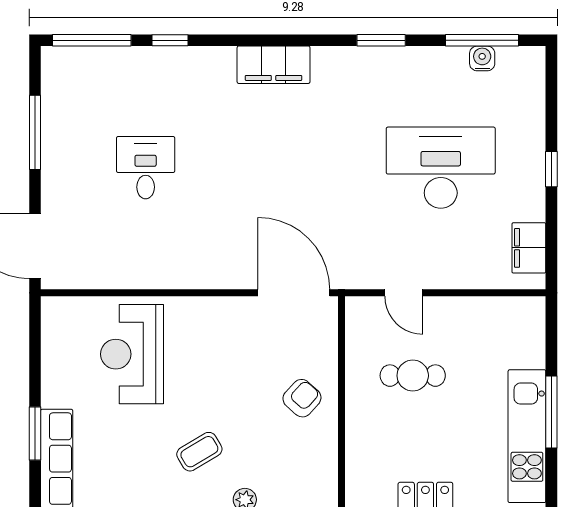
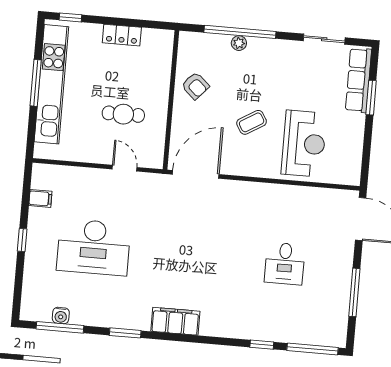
filing cabinet: (274, 65) -> (175, 321), moved
filing cabinet: (529, 248) -> (40, 198), width x0.50
door: (294, 293) -> (196, 174), swing flipped
armchair: (302, 398) -> (195, 86), moved, turned -90
kitchen unit: (527, 436) -> (51, 84), width x1.36
coffee table: (199, 452) -> (252, 122), moved

